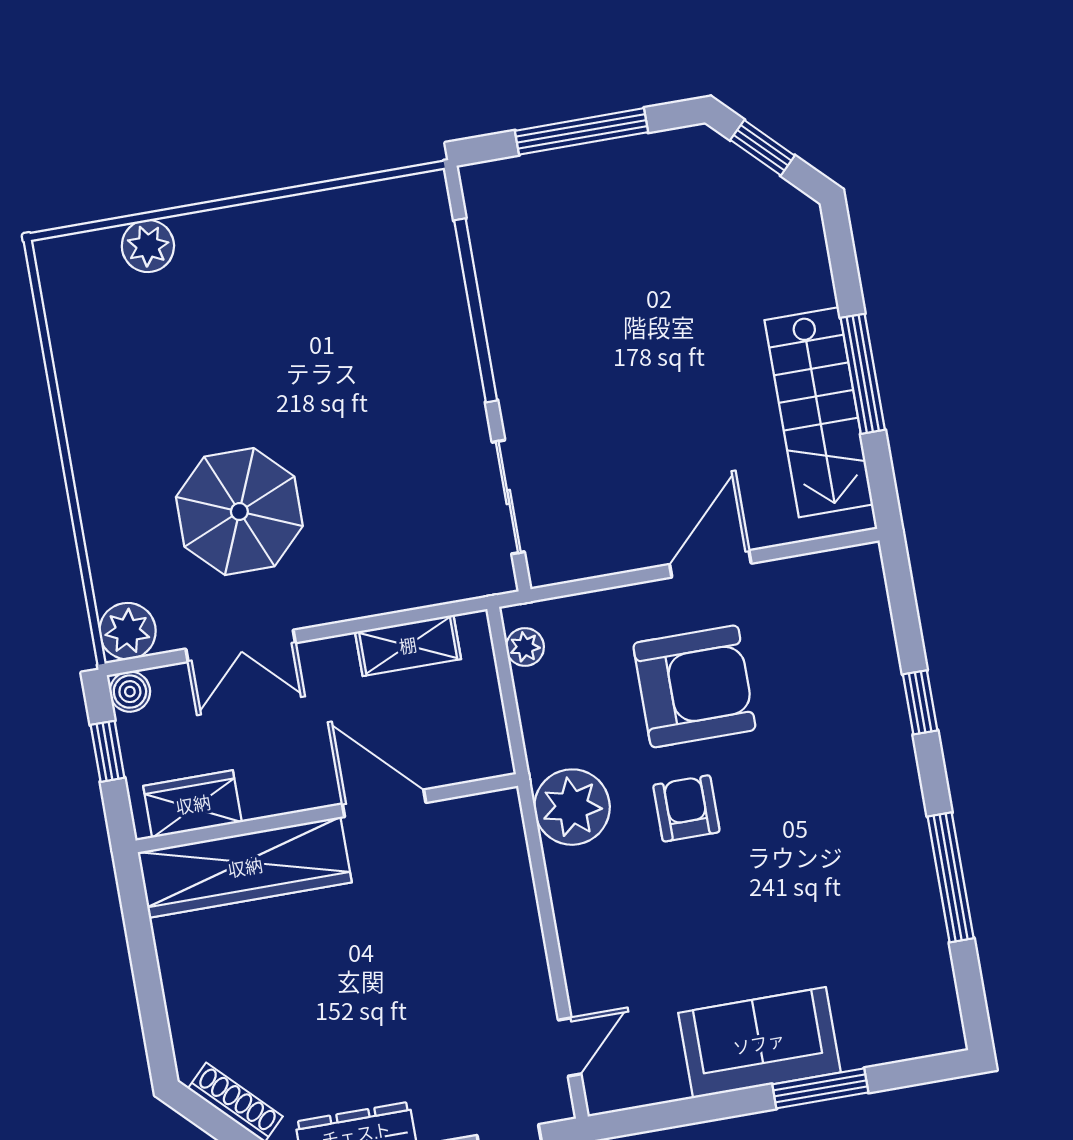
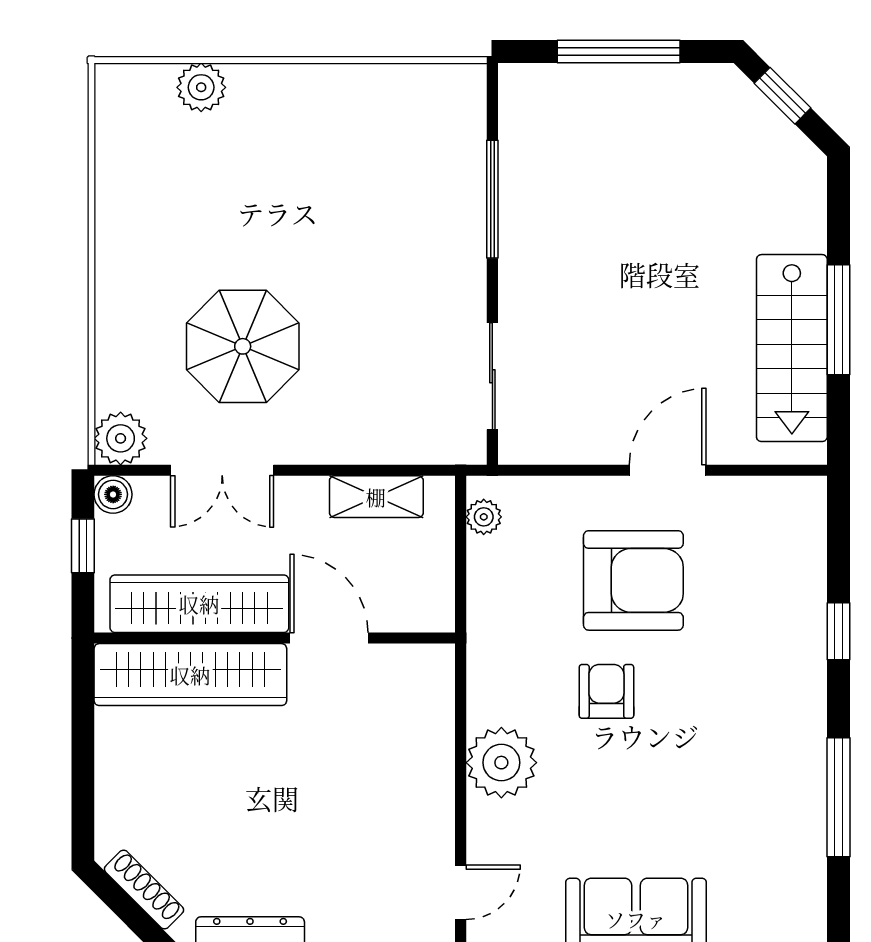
window: (476, 310) -> (492, 199), width x0.68
wardrobe: (193, 804) -> (199, 604), width x2.10, depth x1.17
plant: (572, 807) -> (501, 763), moved

